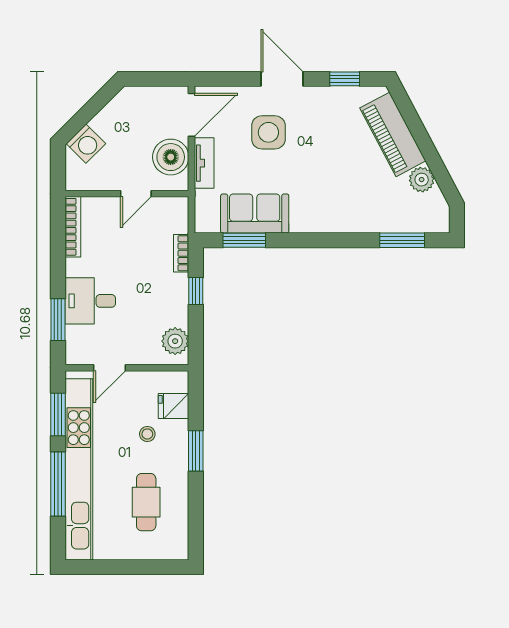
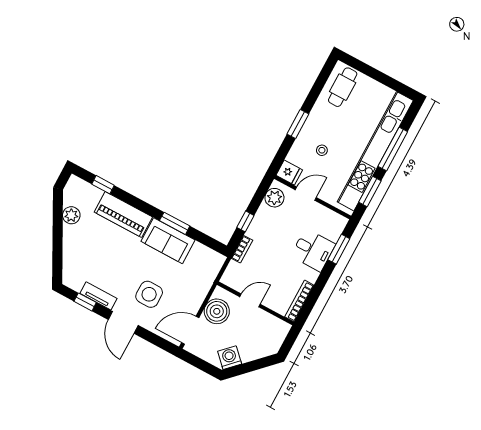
piano: (393, 134) -> (123, 214), moved, turned 118
washing machine: (86, 144) -> (230, 358), moved
tv unit: (204, 163) -> (98, 296), moved, turned 90
sofa: (255, 214) -> (168, 241), moved
window: (244, 240) -> (175, 223), moved
window: (402, 240) -> (103, 185), width x0.67
door: (110, 368) -> (306, 194), moved
fridge: (174, 406) -> (289, 173), moved
cafe table: (146, 502) -> (343, 87), moved

